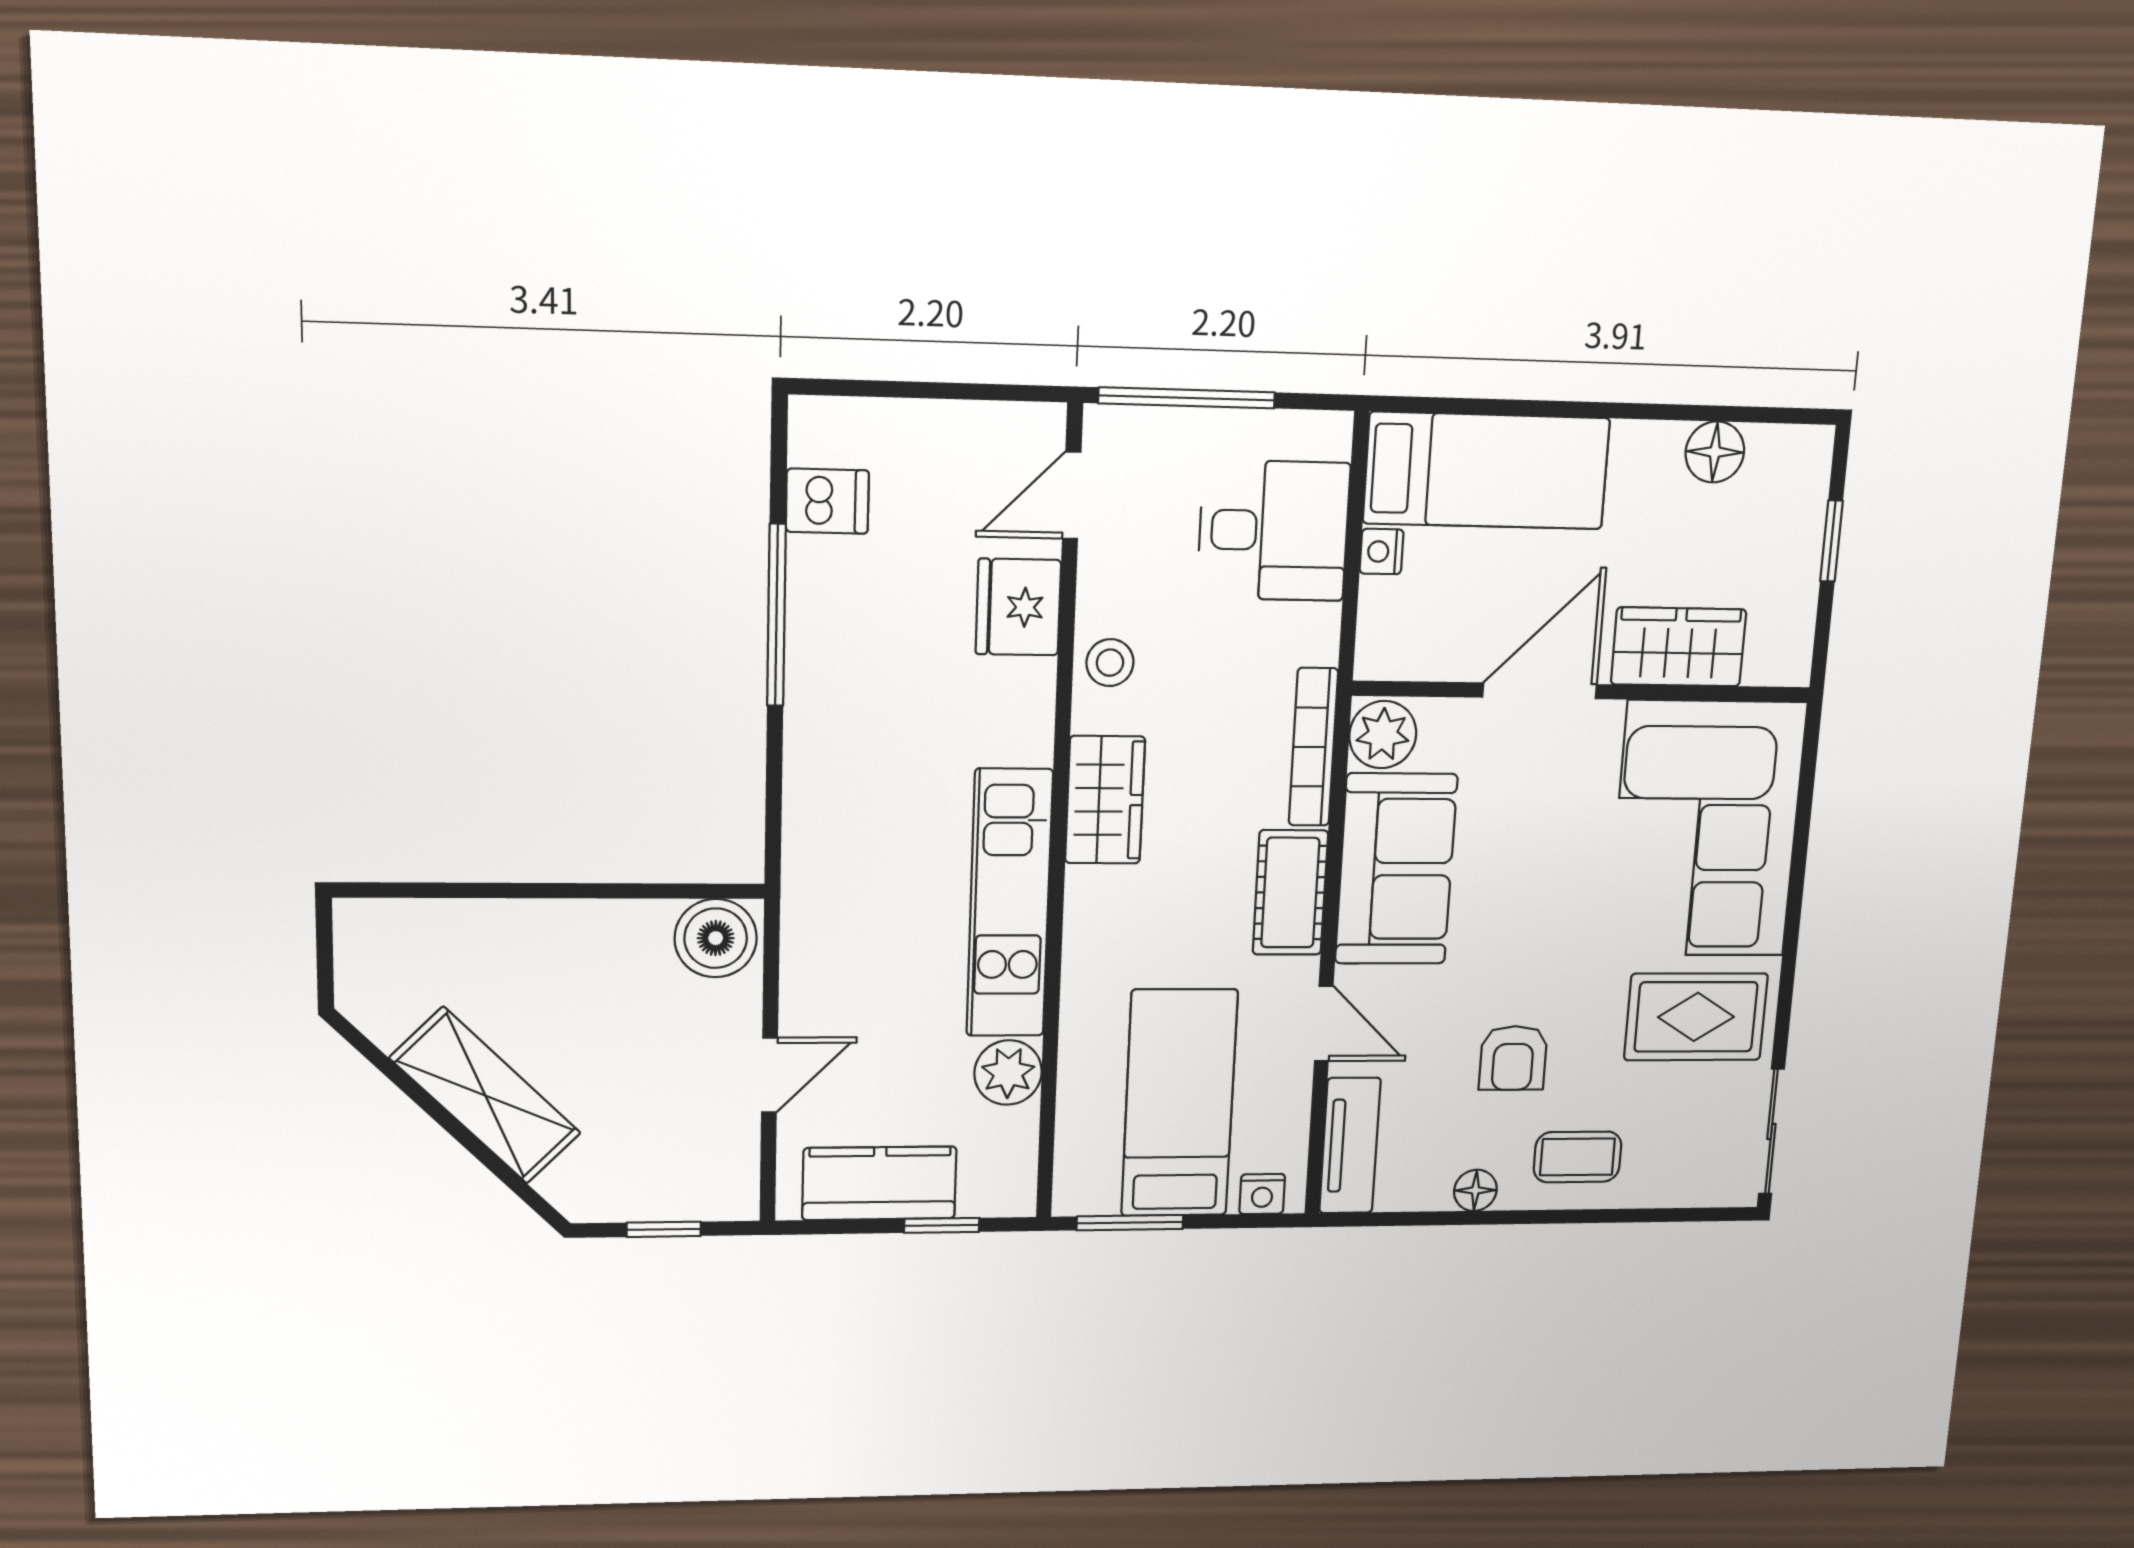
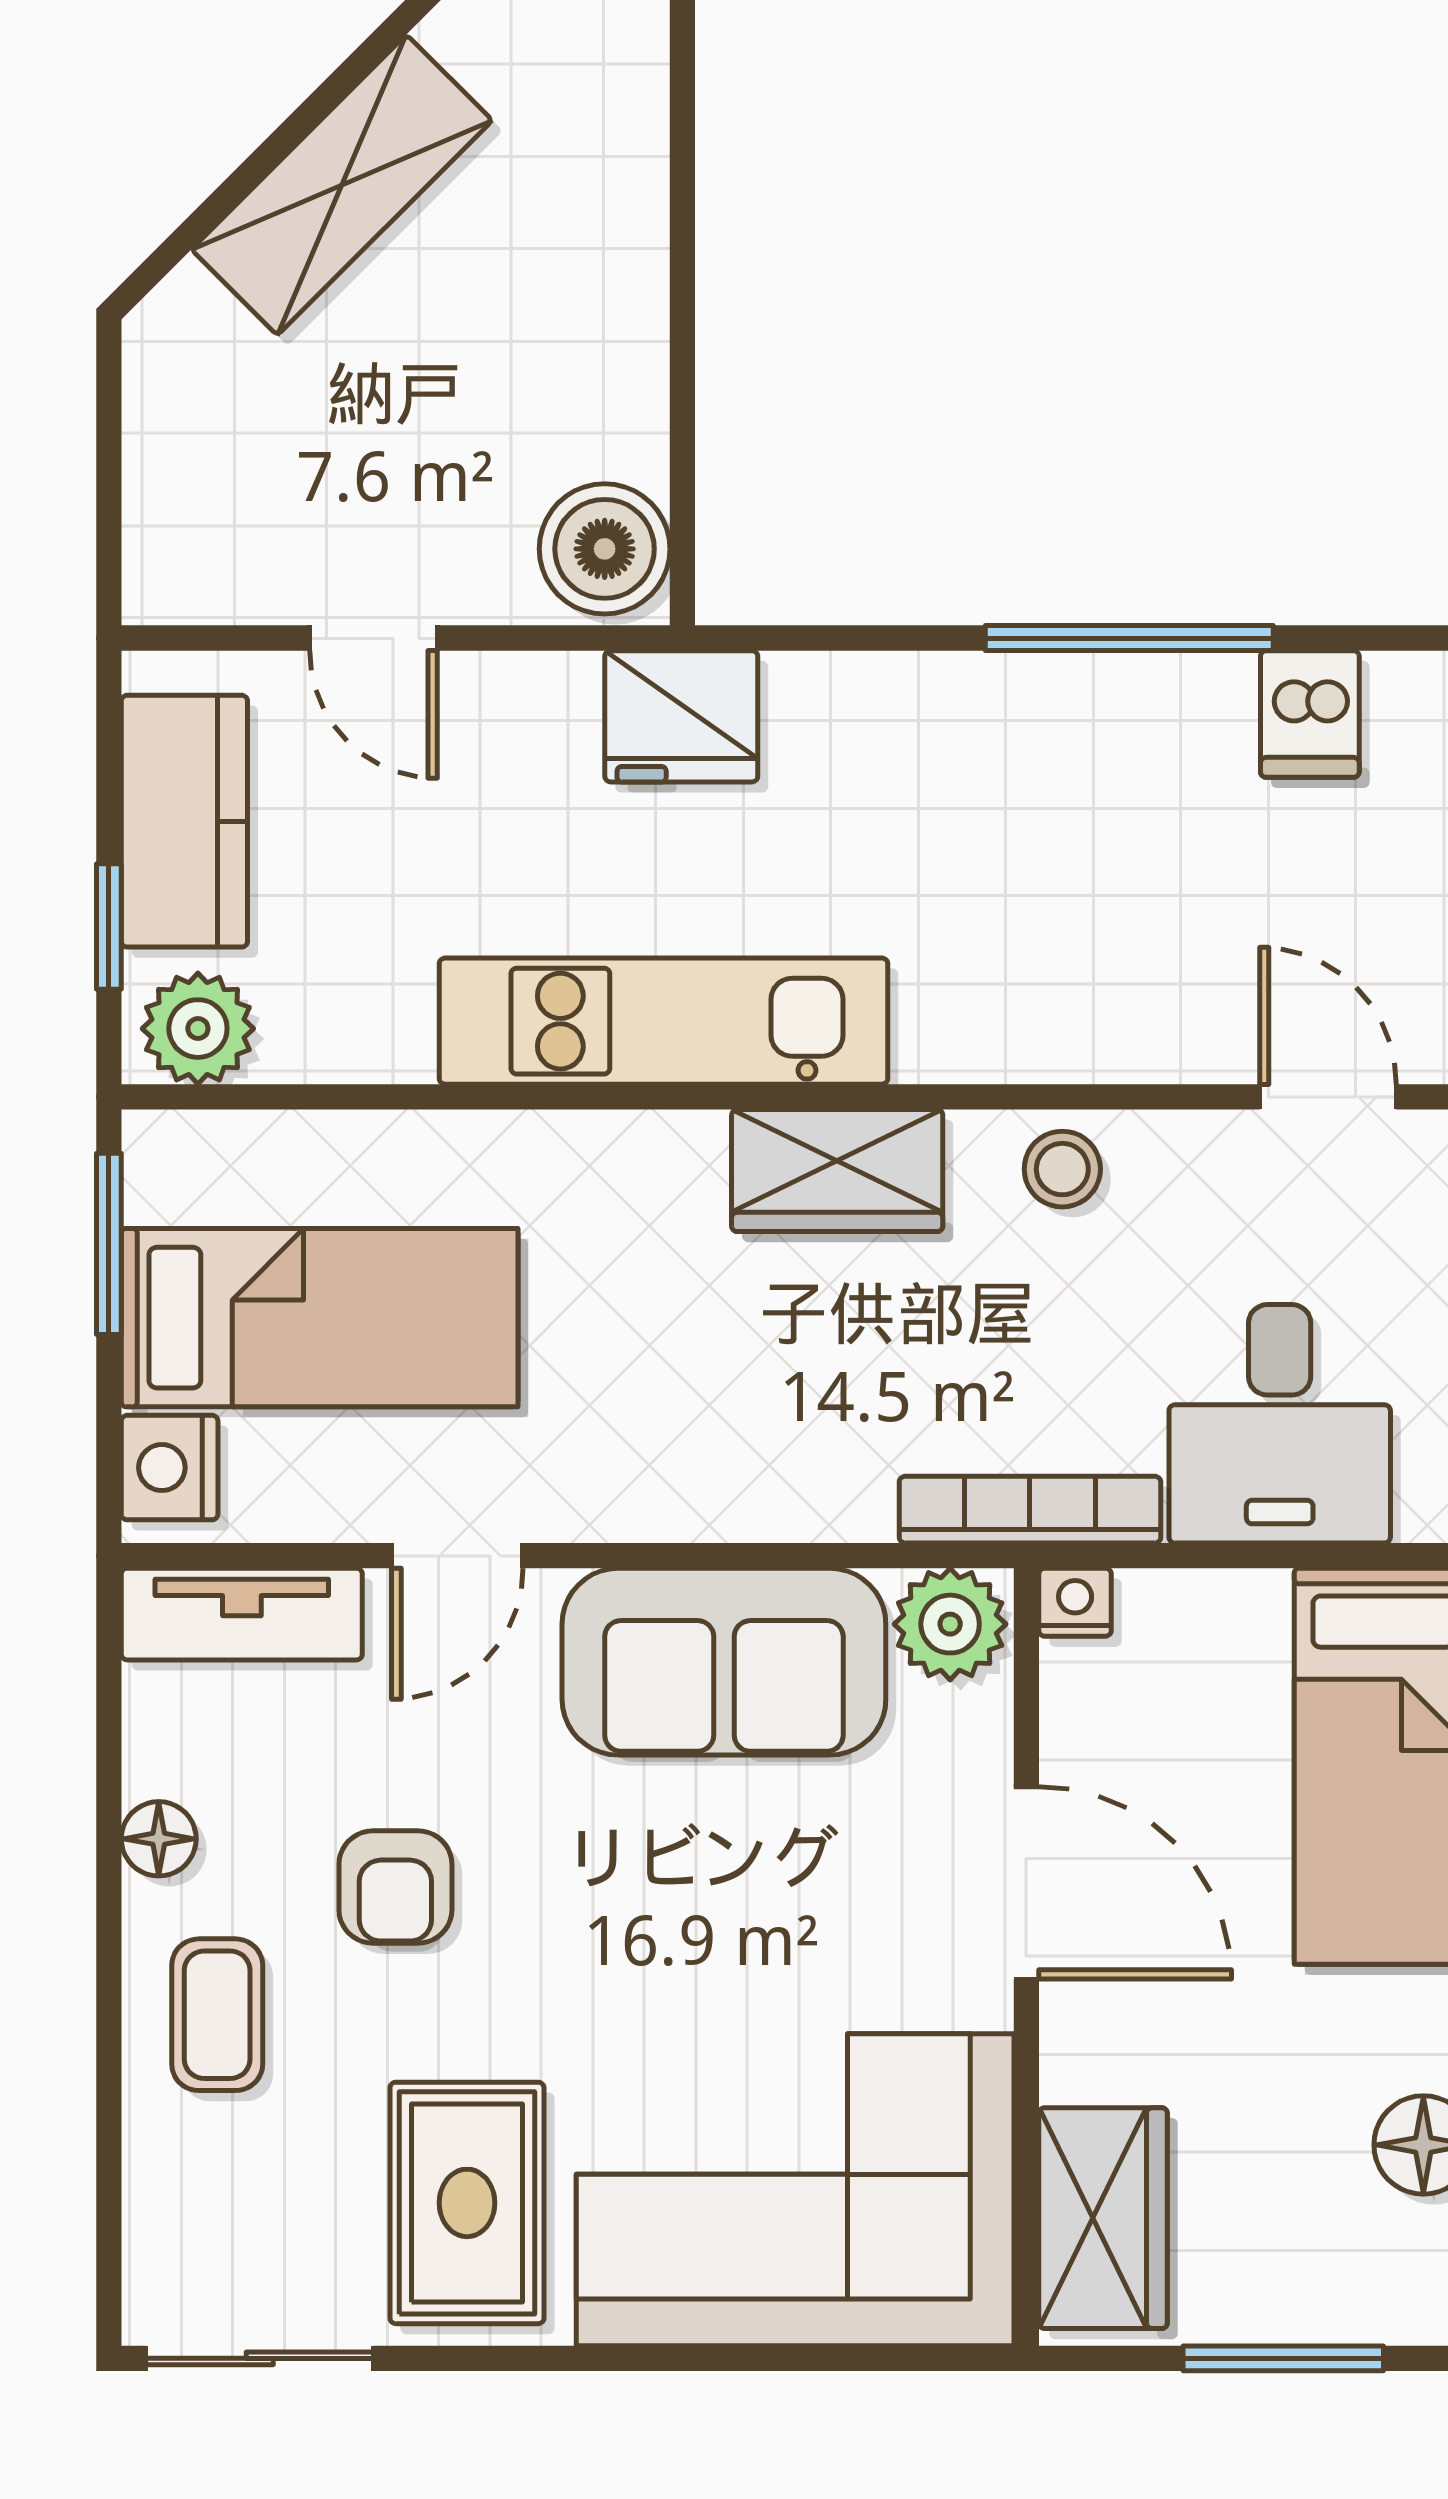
window: (1831, 541) -> (1283, 2358), width x1.50
nightstand: (1382, 552) -> (1075, 1602), moved
fridge: (1018, 607) -> (681, 716), moved, turned 180
wardrobe: (1679, 647) -> (1103, 2218), moved
bookcase: (1313, 747) -> (1030, 1510), moved
cot: (1290, 893) -> (683, 1486), removed
armchair: (1513, 1058) -> (395, 1887), turned -90
plant: (1008, 1073) -> (198, 1029), moved
nightstand: (1262, 1194) -> (170, 1468), width x1.39, depth x1.35
window: (664, 1229) -> (109, 470), removed

